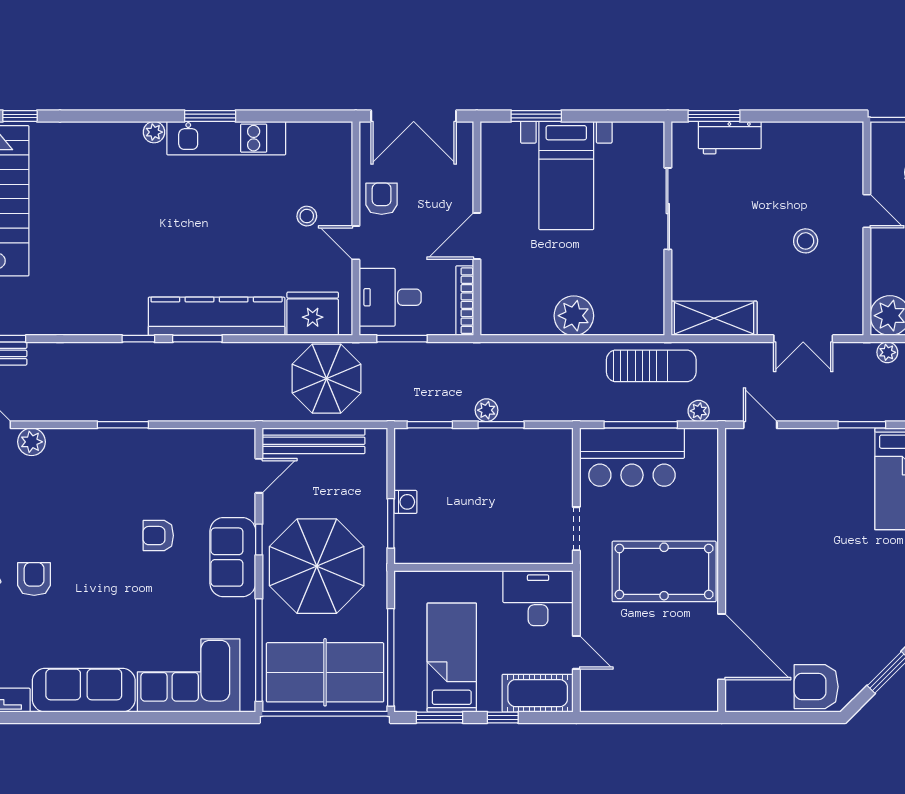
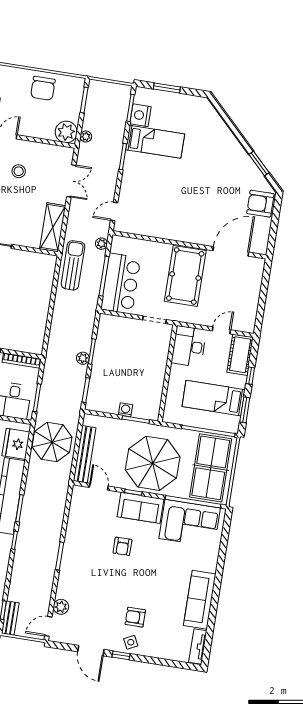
plant: (574, 316) -> (39, 303), removed
corner sofa: (189, 675) -> (190, 523), moved, turned -90
armchair: (816, 687) -> (260, 204), turned 90

